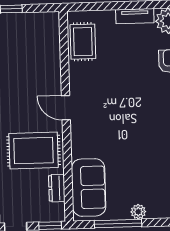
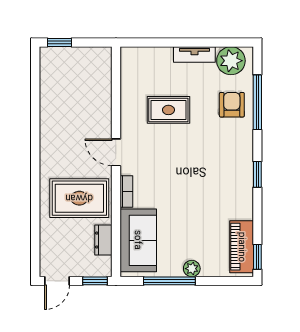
rug: (83, 42) -> (168, 110), moved, turned 90
bookcase: (76, 143) -> (126, 191), added

